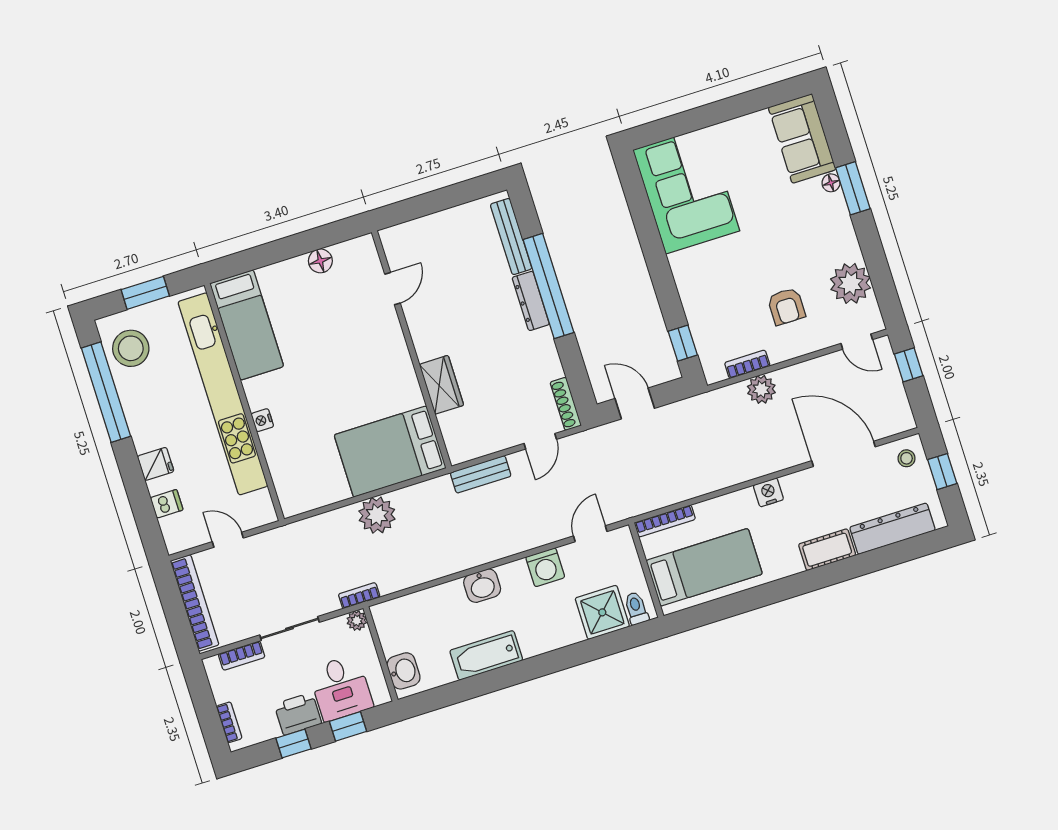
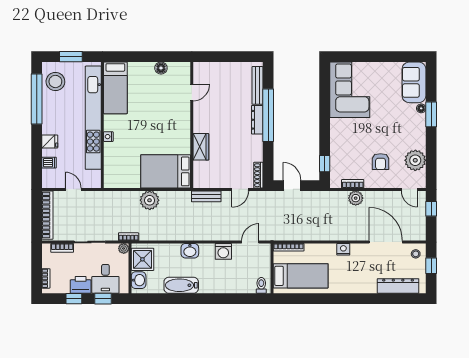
cot: (827, 550) -> (363, 286), removed
shower: (602, 612) -> (142, 259), moved

